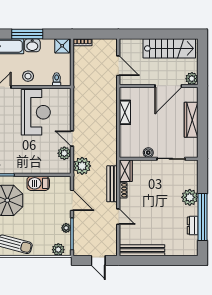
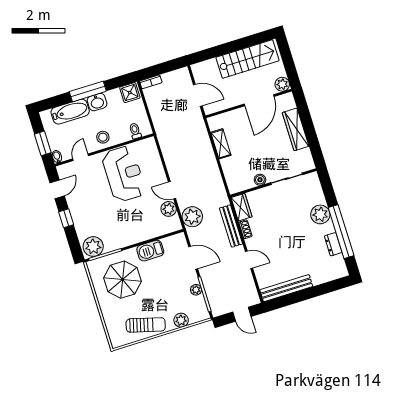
plant: (58, 250) -> (181, 320), moved

